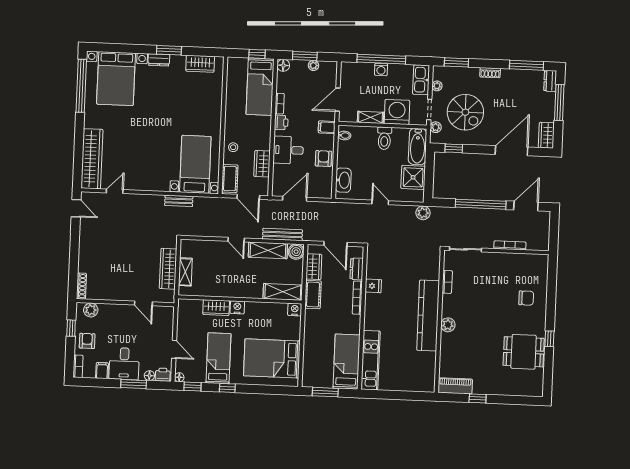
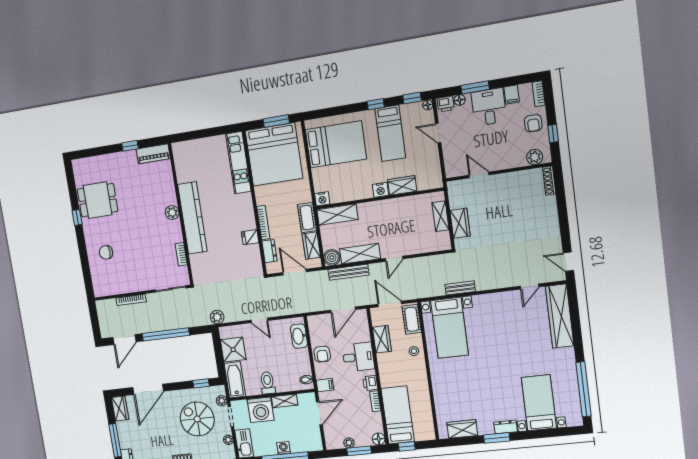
bed with nightstands: (116, 79) -> (539, 403), width x0.73
door: (236, 240) -> (394, 259), swing flipped
wardrobe: (168, 269) -> (460, 223), width x0.67
bed: (347, 362) -> (274, 154), width x2.04

